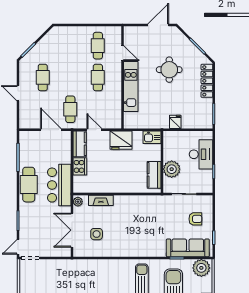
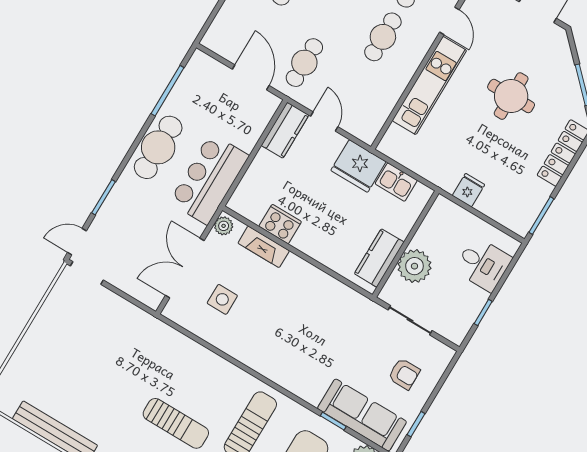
kitchen sink: (152, 137) -> (396, 182), moved
desk: (201, 154) -> (483, 264), width x0.73
cooker: (80, 166) -> (280, 224), moved, turned -90

